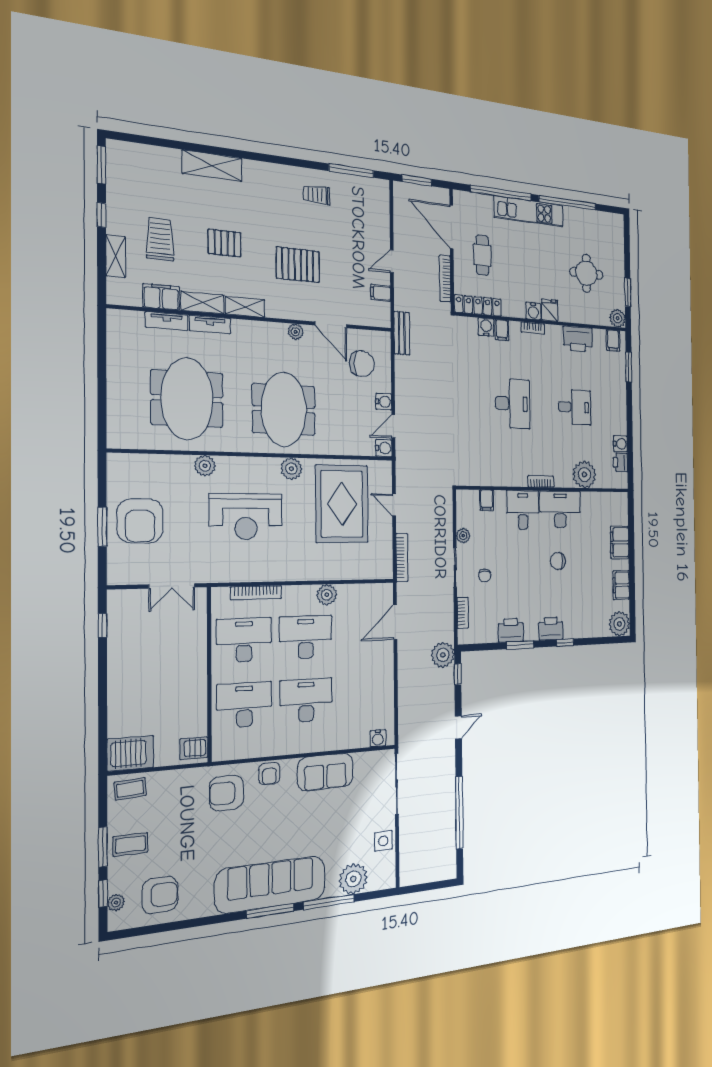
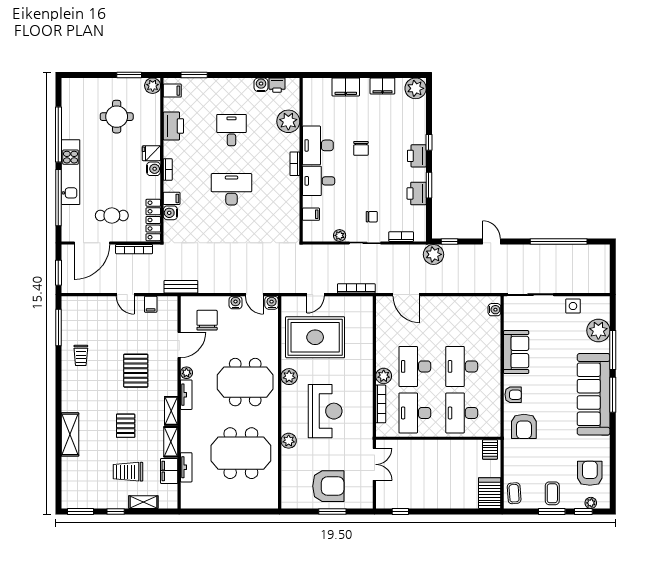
tv unit: (210, 325) -> (186, 395), moved
plant: (327, 595) -> (384, 376), moved

